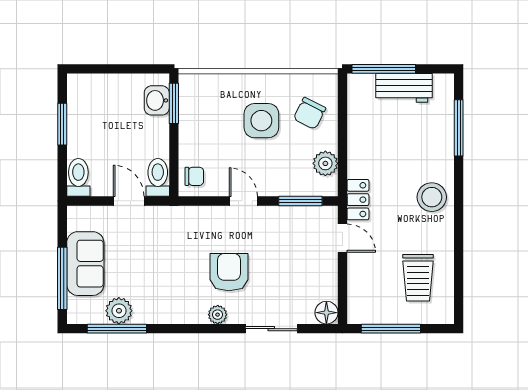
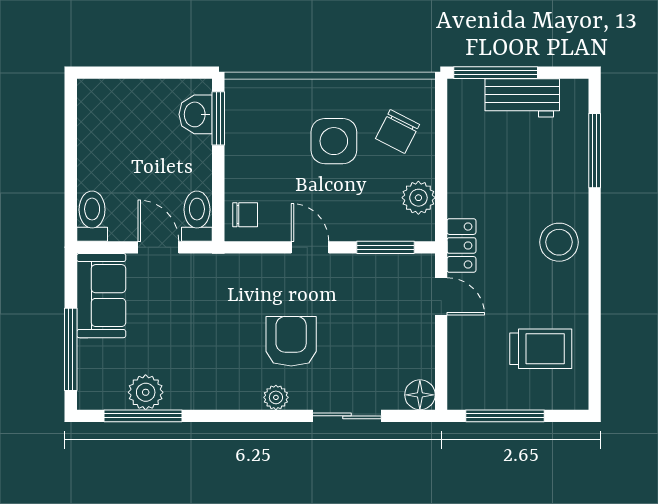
window: (62, 124) -> (71, 146), removed
sofa: (85, 264) -> (101, 296), moved
trolley: (418, 278) -> (541, 349), turned -90

